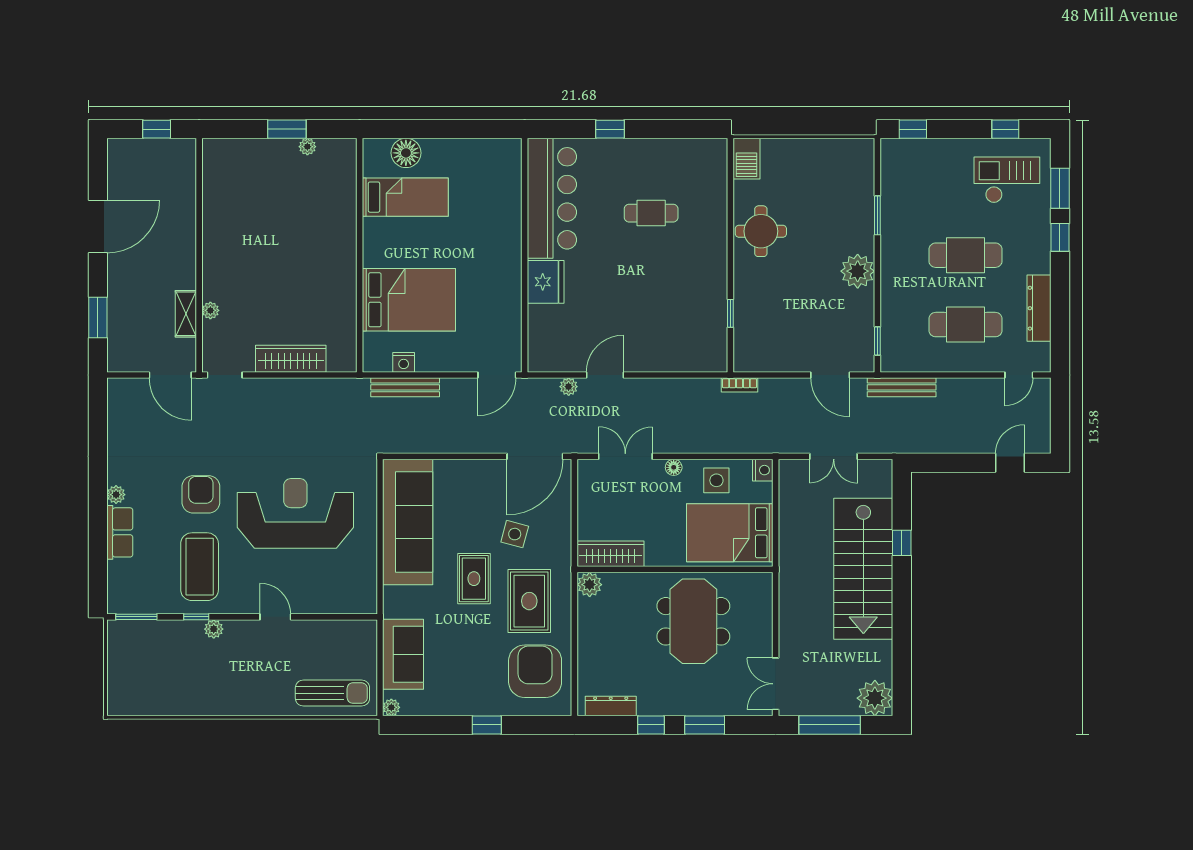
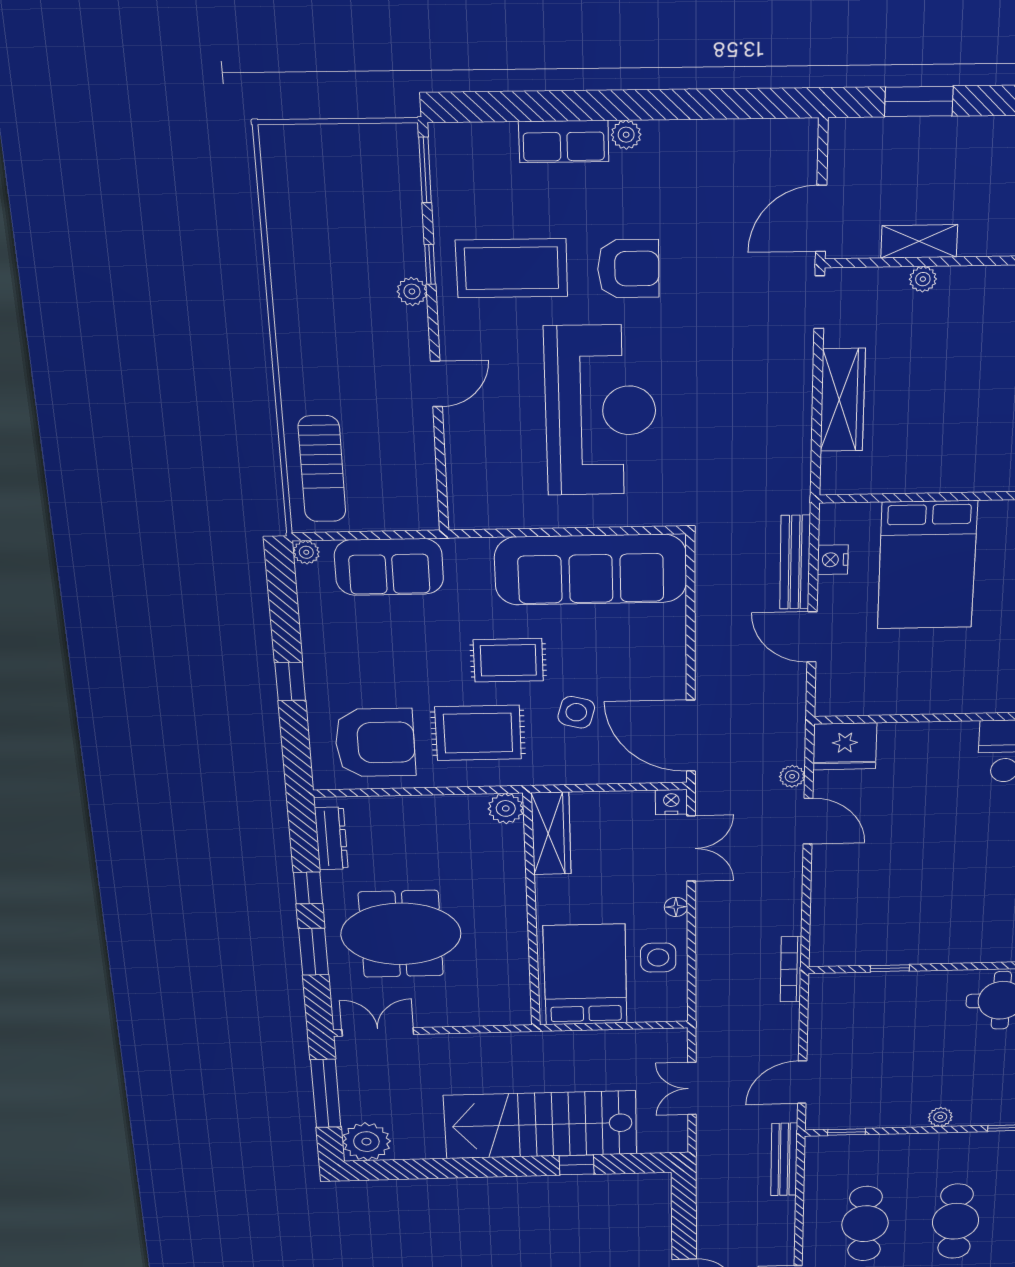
plant: (858, 271) -> (940, 1117), width x0.53, depth x0.53
fridge: (546, 282) -> (845, 746), moved
door: (497, 375) -> (812, 637), moved
bookcase: (739, 385) -> (791, 969), width x1.56
nightstand: (763, 470) -> (671, 802), moved, turned 180
meeting table: (693, 621) -> (401, 934), moved

